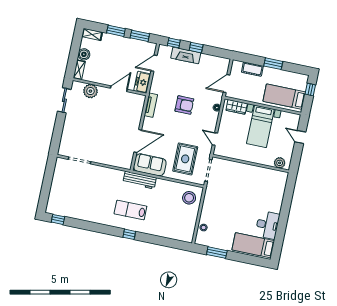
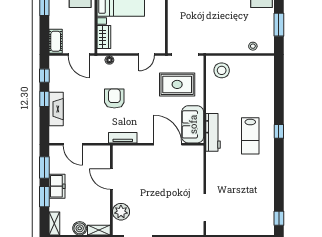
window: (174, 43) -> (44, 76), moved
cot: (252, 69) -> (56, 41), moved
freezer: (142, 82) -> (57, 186), moved, turned -90

